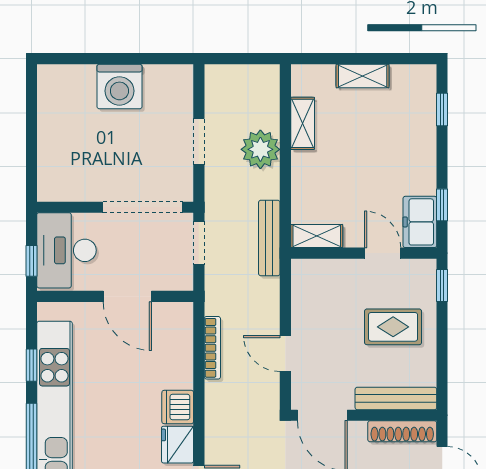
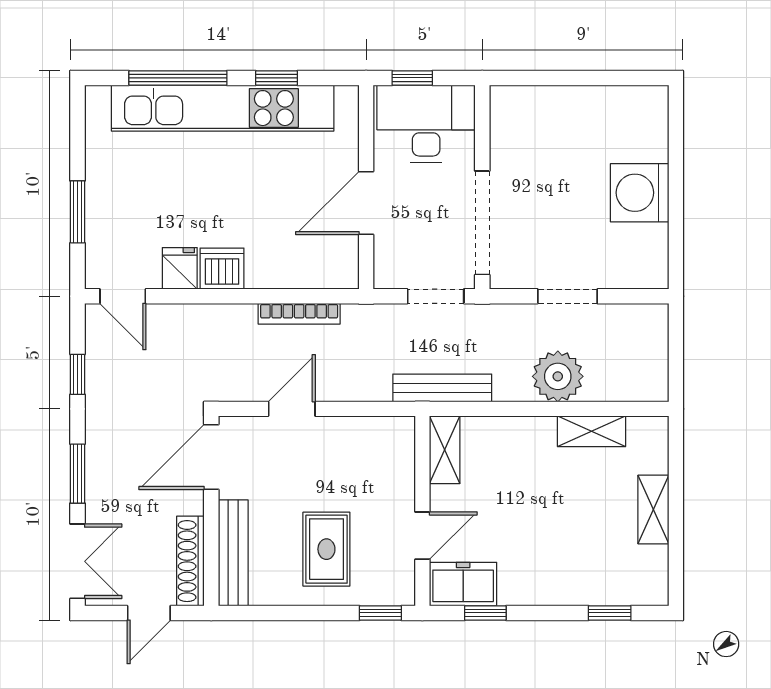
fridge: (178, 445) -> (180, 268), width x0.72

